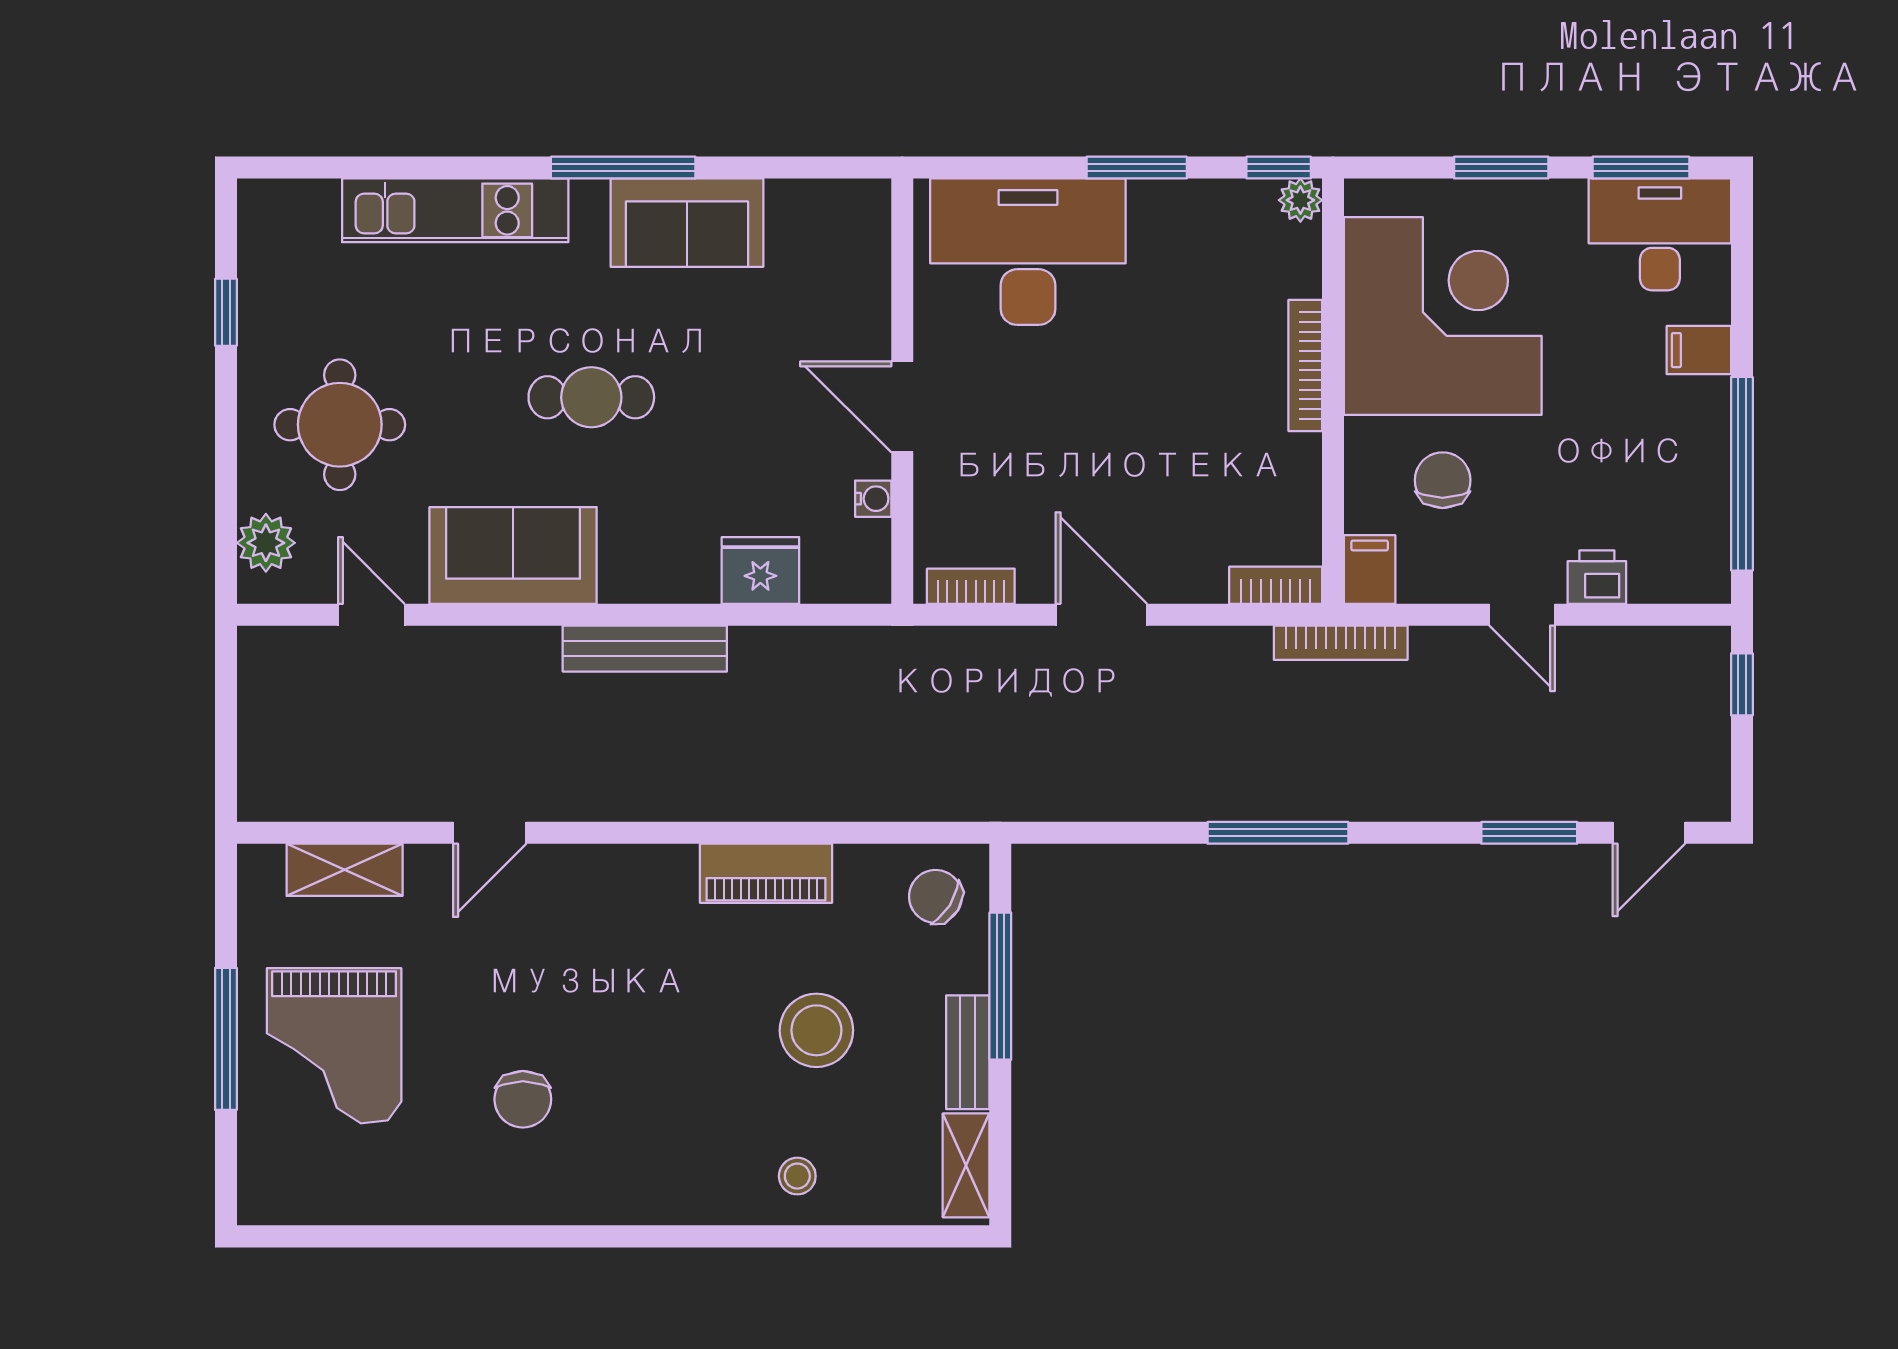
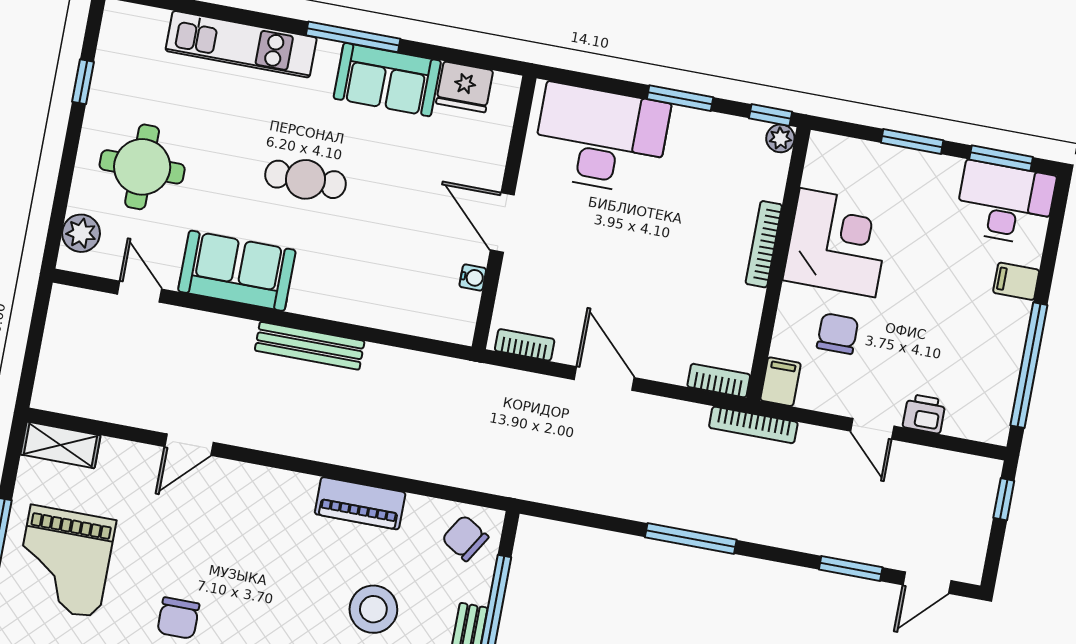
corner desk: (1443, 316) -> (837, 243), width x0.74, depth x0.74
fridge: (760, 570) -> (465, 87), moved, turned 180
shelving: (345, 870) -> (61, 445), moved

